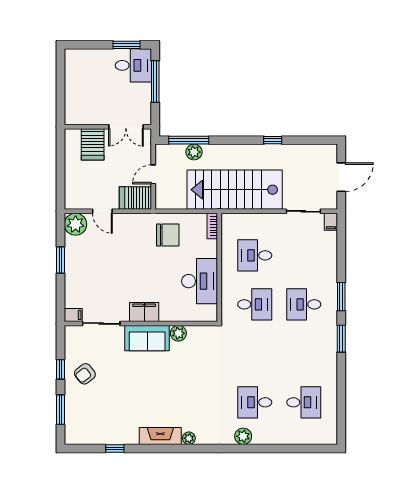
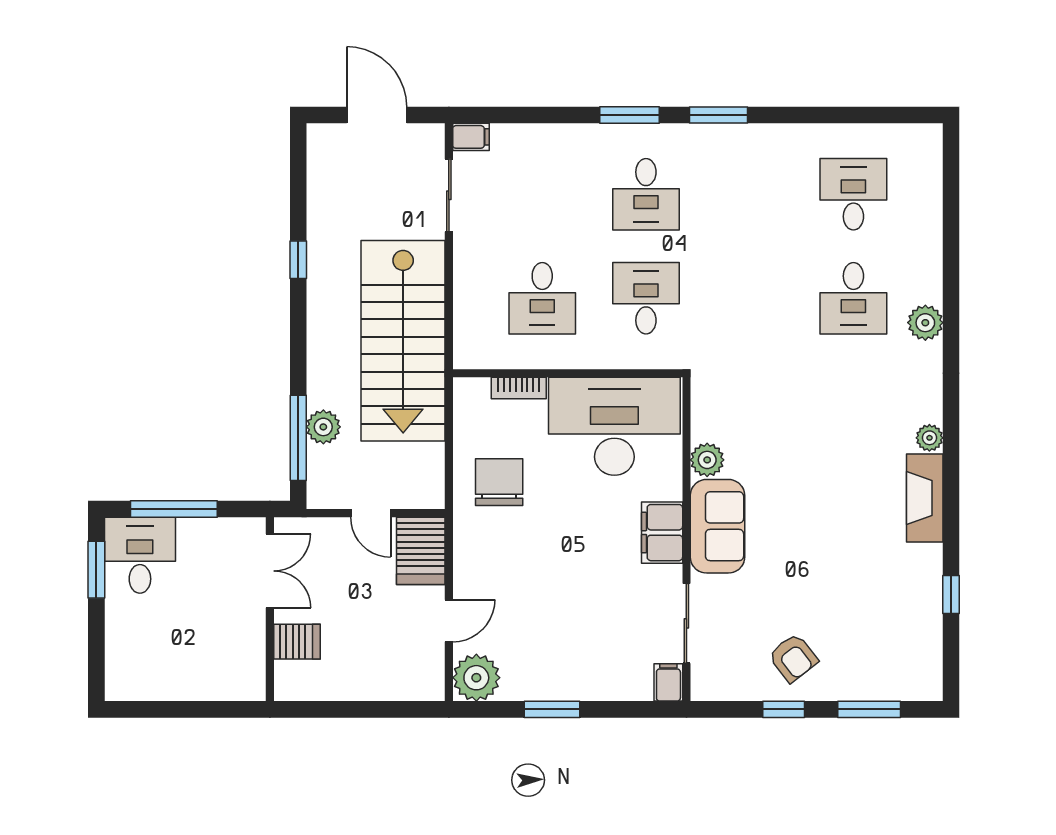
server rack: (93, 144) -> (297, 642), width x0.73, depth x0.70
bookcase: (212, 226) -> (519, 388), moved
desk: (200, 281) -> (614, 426), width x1.36, depth x1.30

